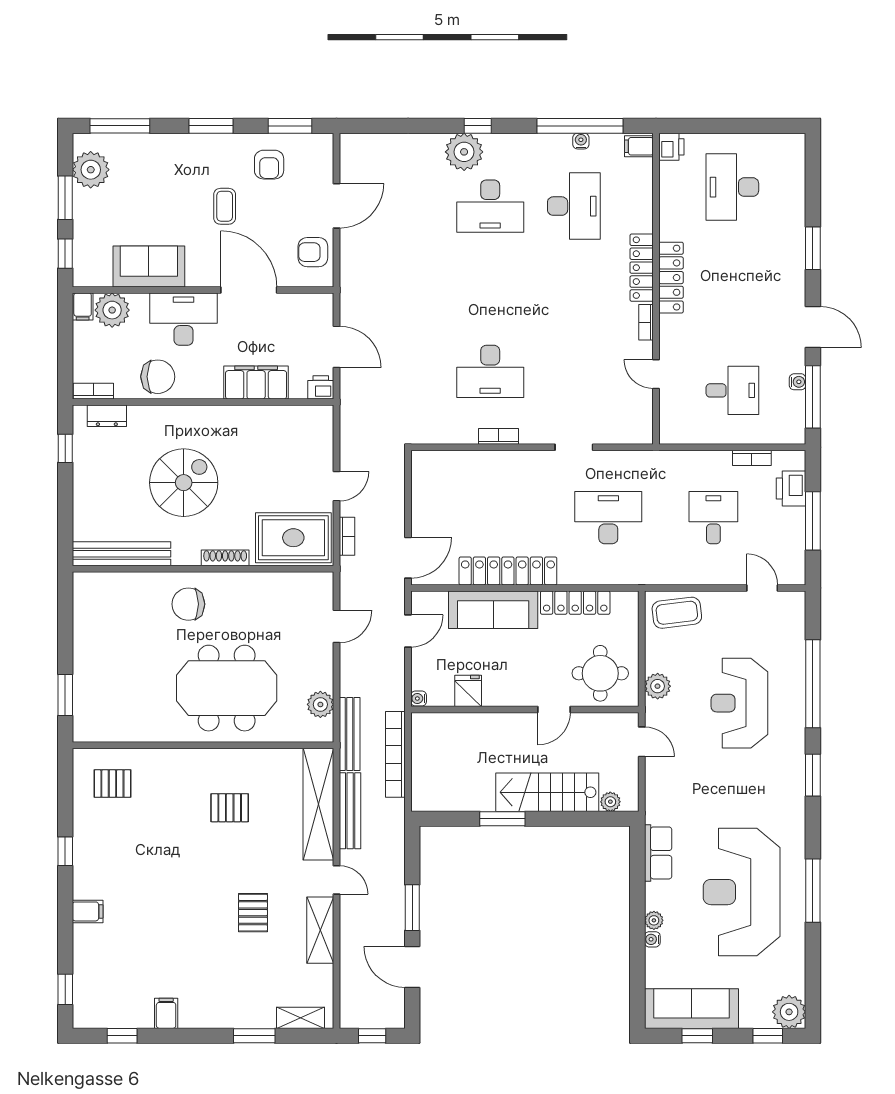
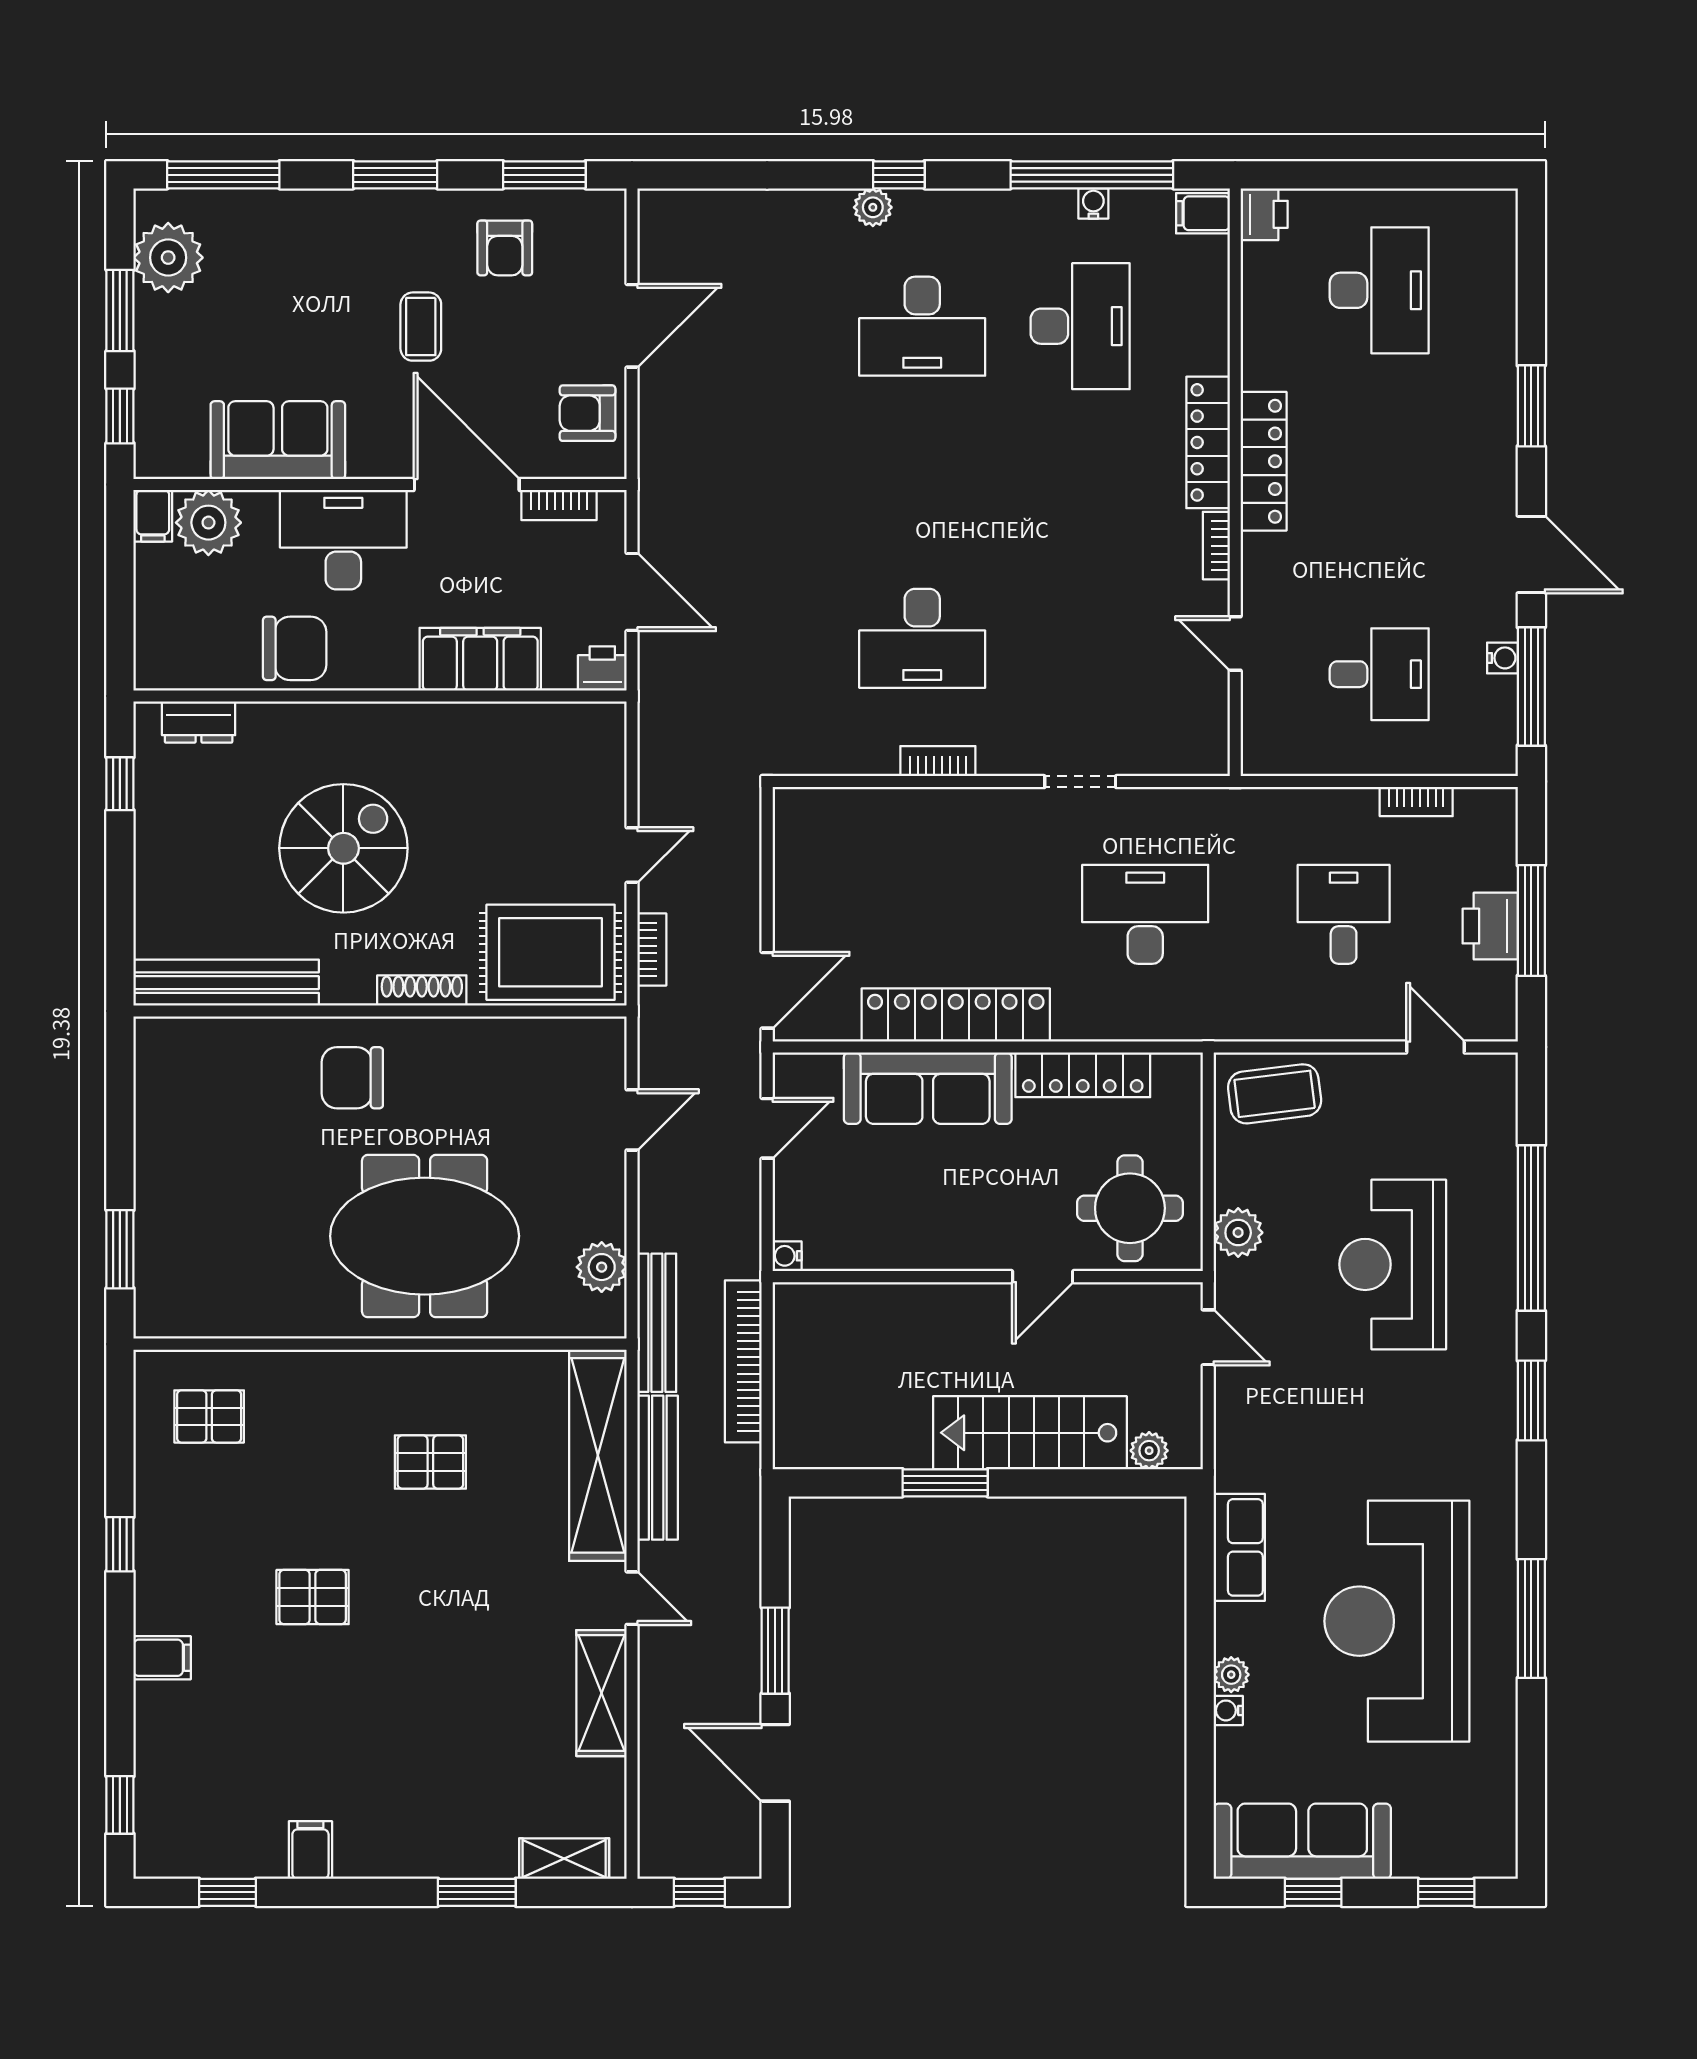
plant: (464, 152) -> (873, 207), width x0.53, depth x0.53
desk: (732, 187) -> (1379, 290), turned 180
bookcase: (93, 391) -> (559, 505), moved, turned 180
printer: (791, 489) -> (1490, 926), moved
fridge: (468, 691) -> (880, 1241), removed
pallet: (253, 913) -> (313, 1597), moved, turned 90
plant: (789, 1012) -> (1486, 1847), removed

